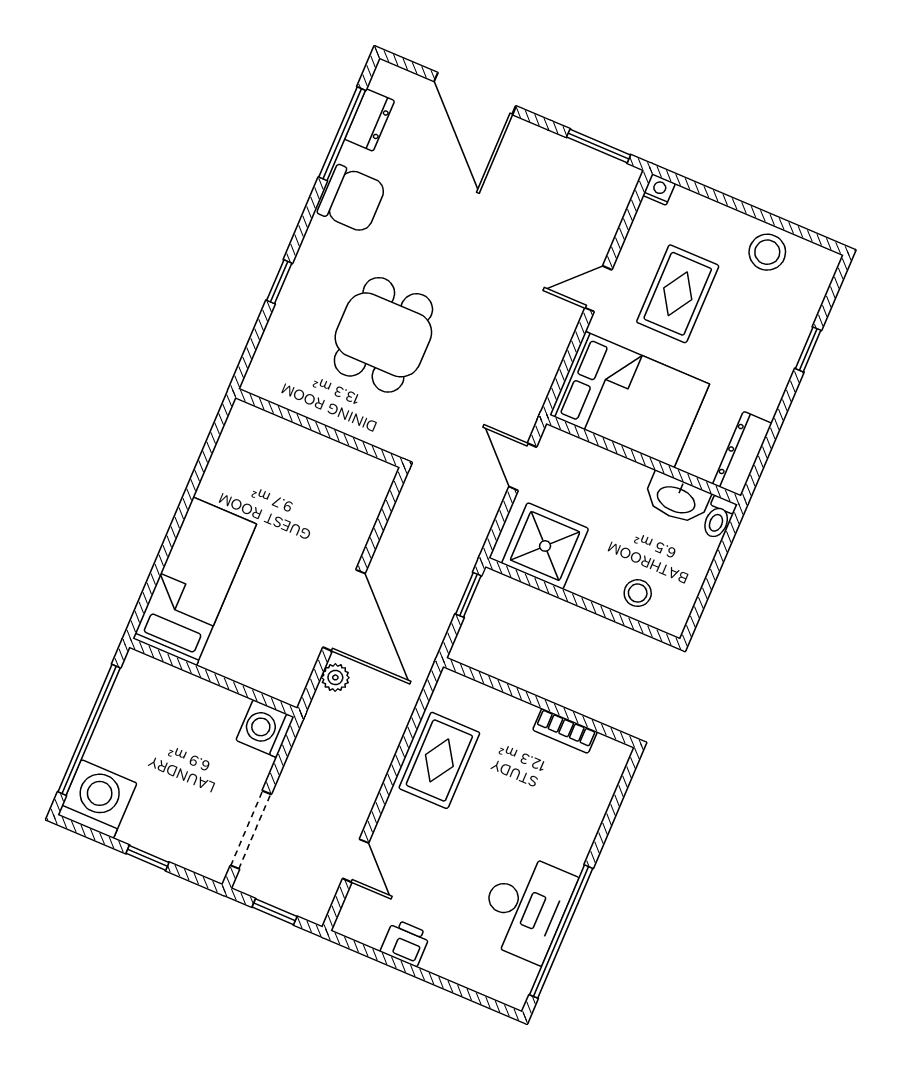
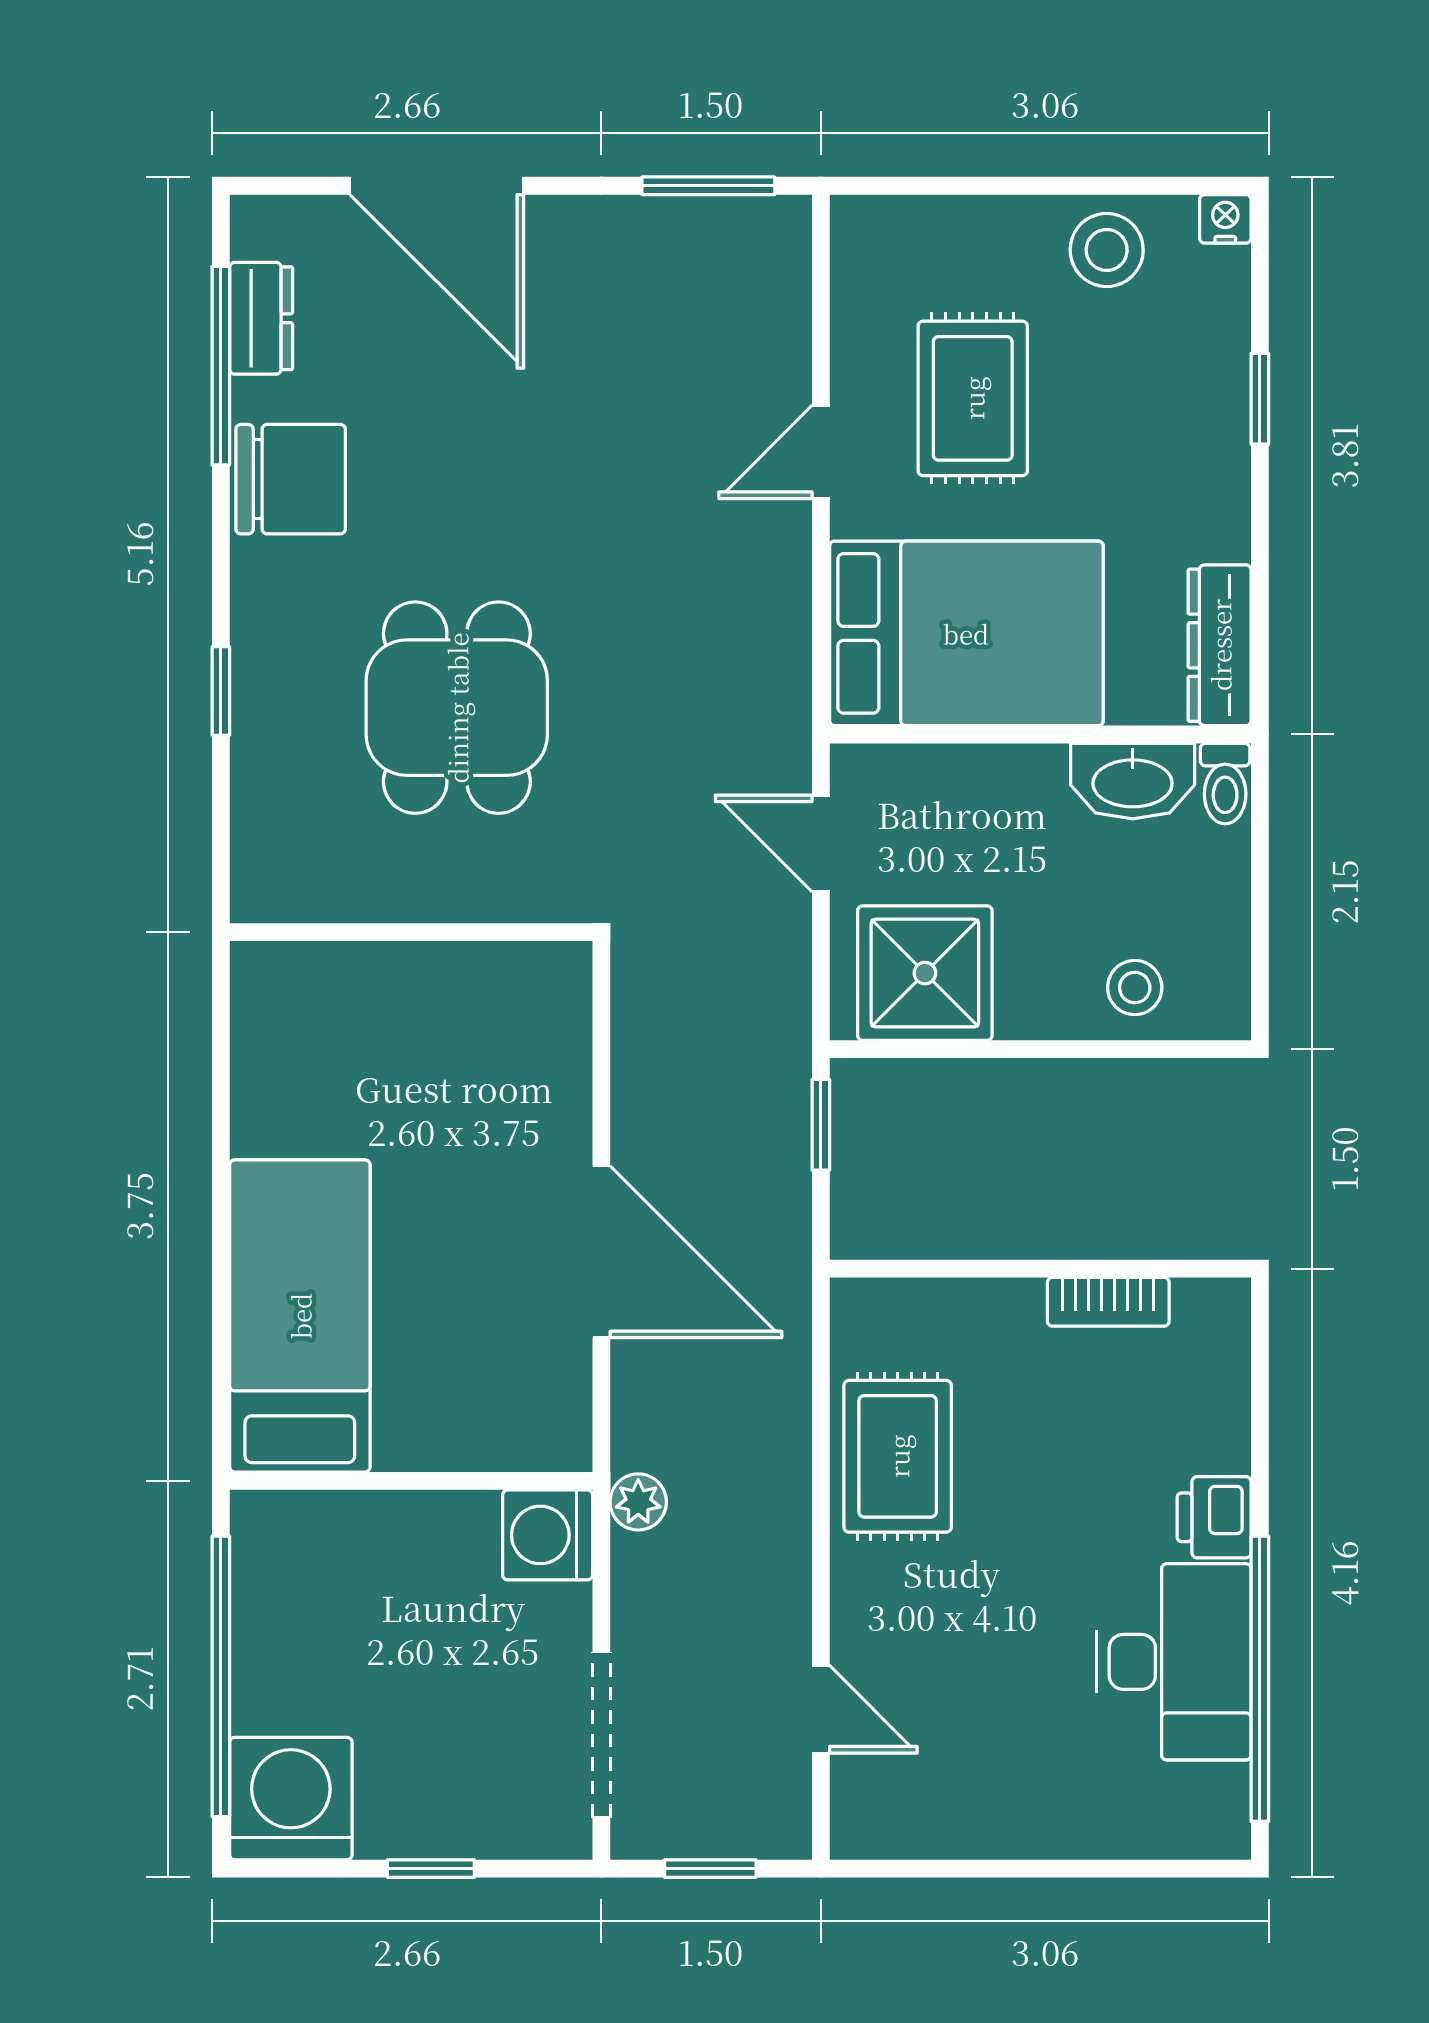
nightstand: (659, 189) -> (1225, 219), moved
plant: (335, 677) -> (638, 1502), moved
printer: (405, 943) -> (1214, 1517), moved, turned -90

